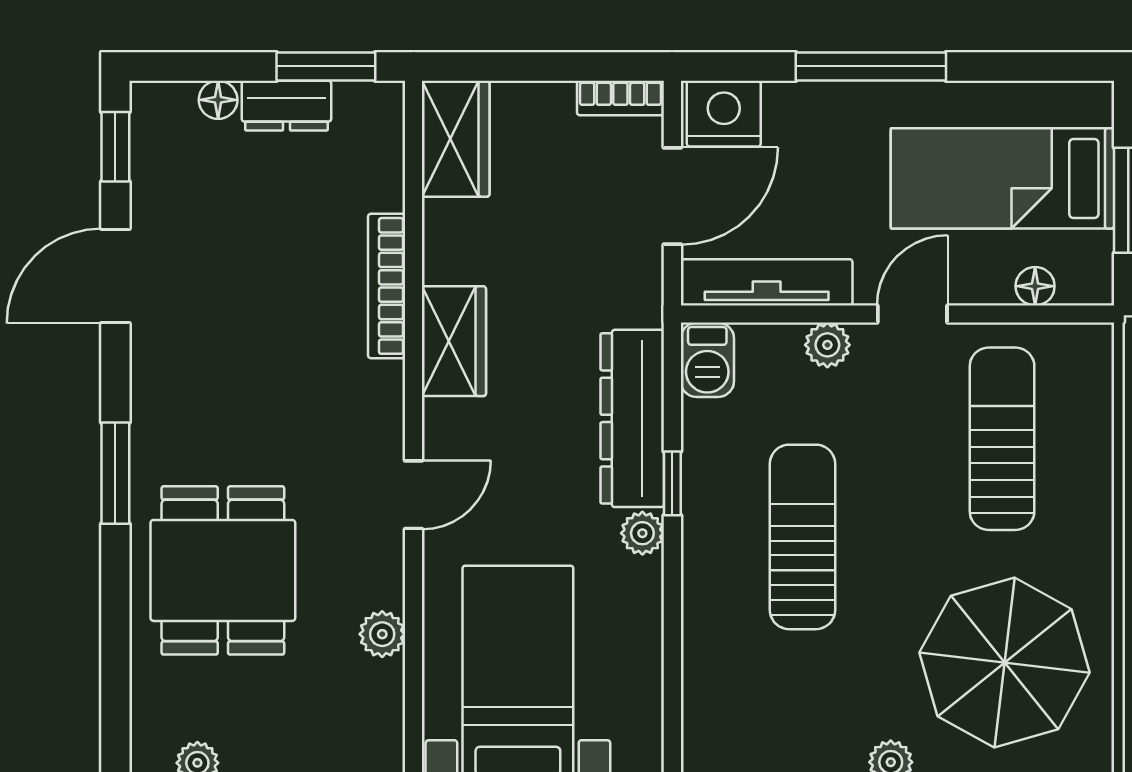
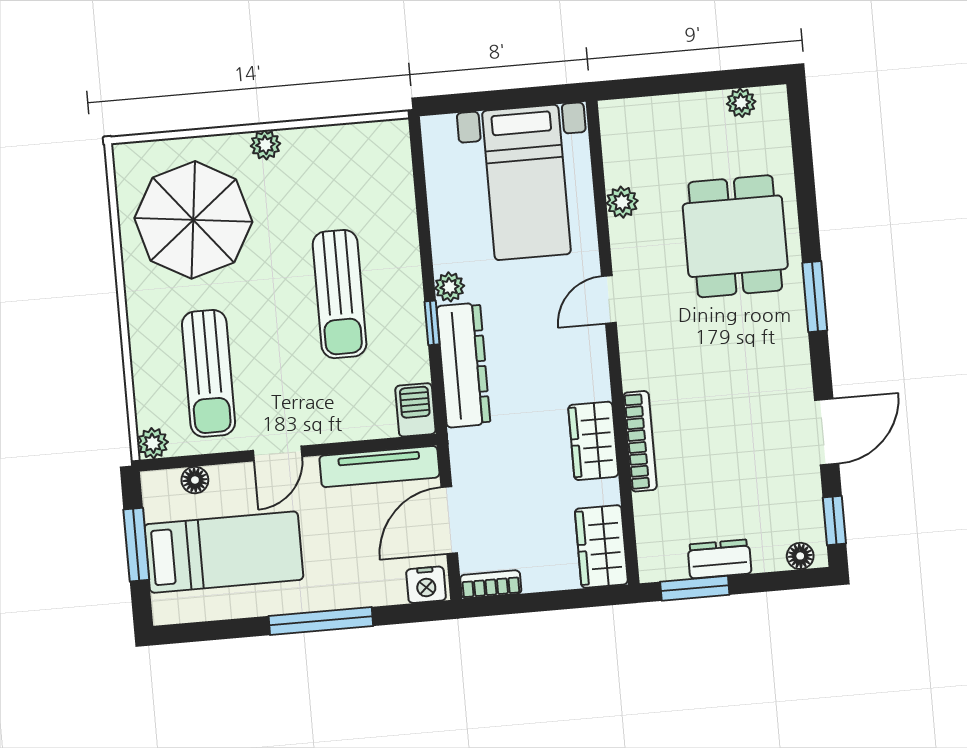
floor lamp: (218, 100) -> (800, 556), moved
nightstand: (724, 114) -> (426, 585), width x0.74, depth x0.75
wardrobe: (454, 341) -> (593, 441), moved
plant: (827, 345) -> (153, 443), moved

